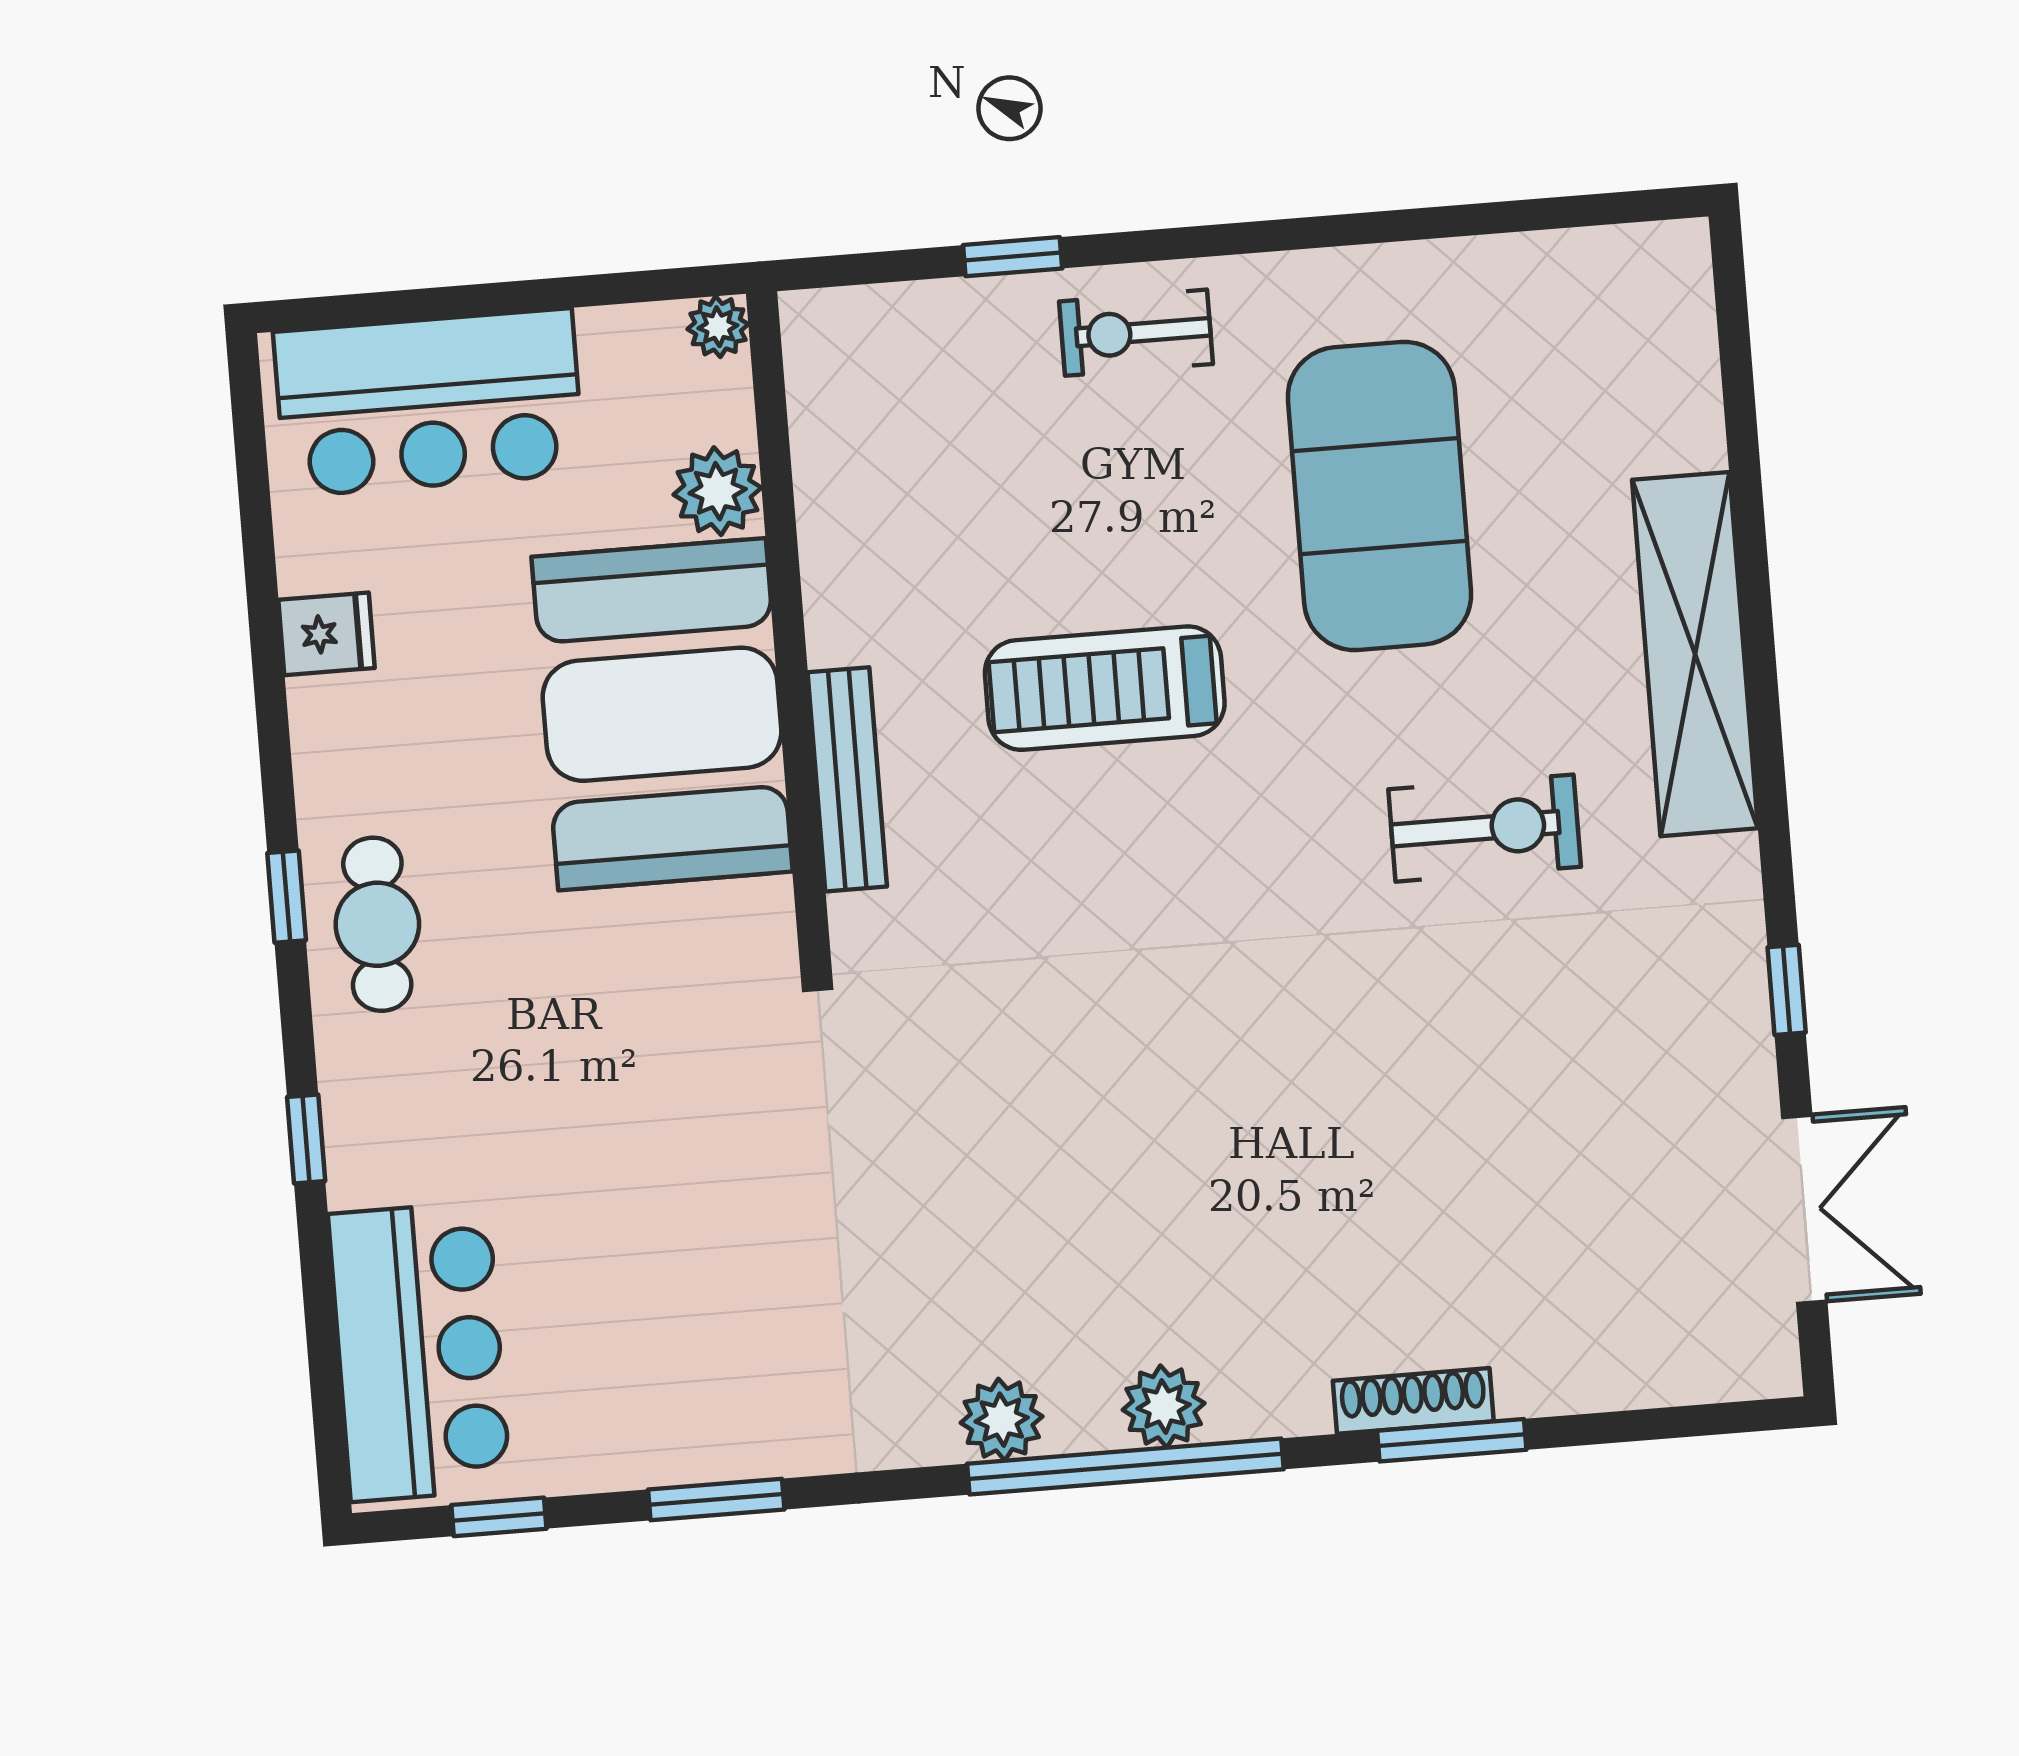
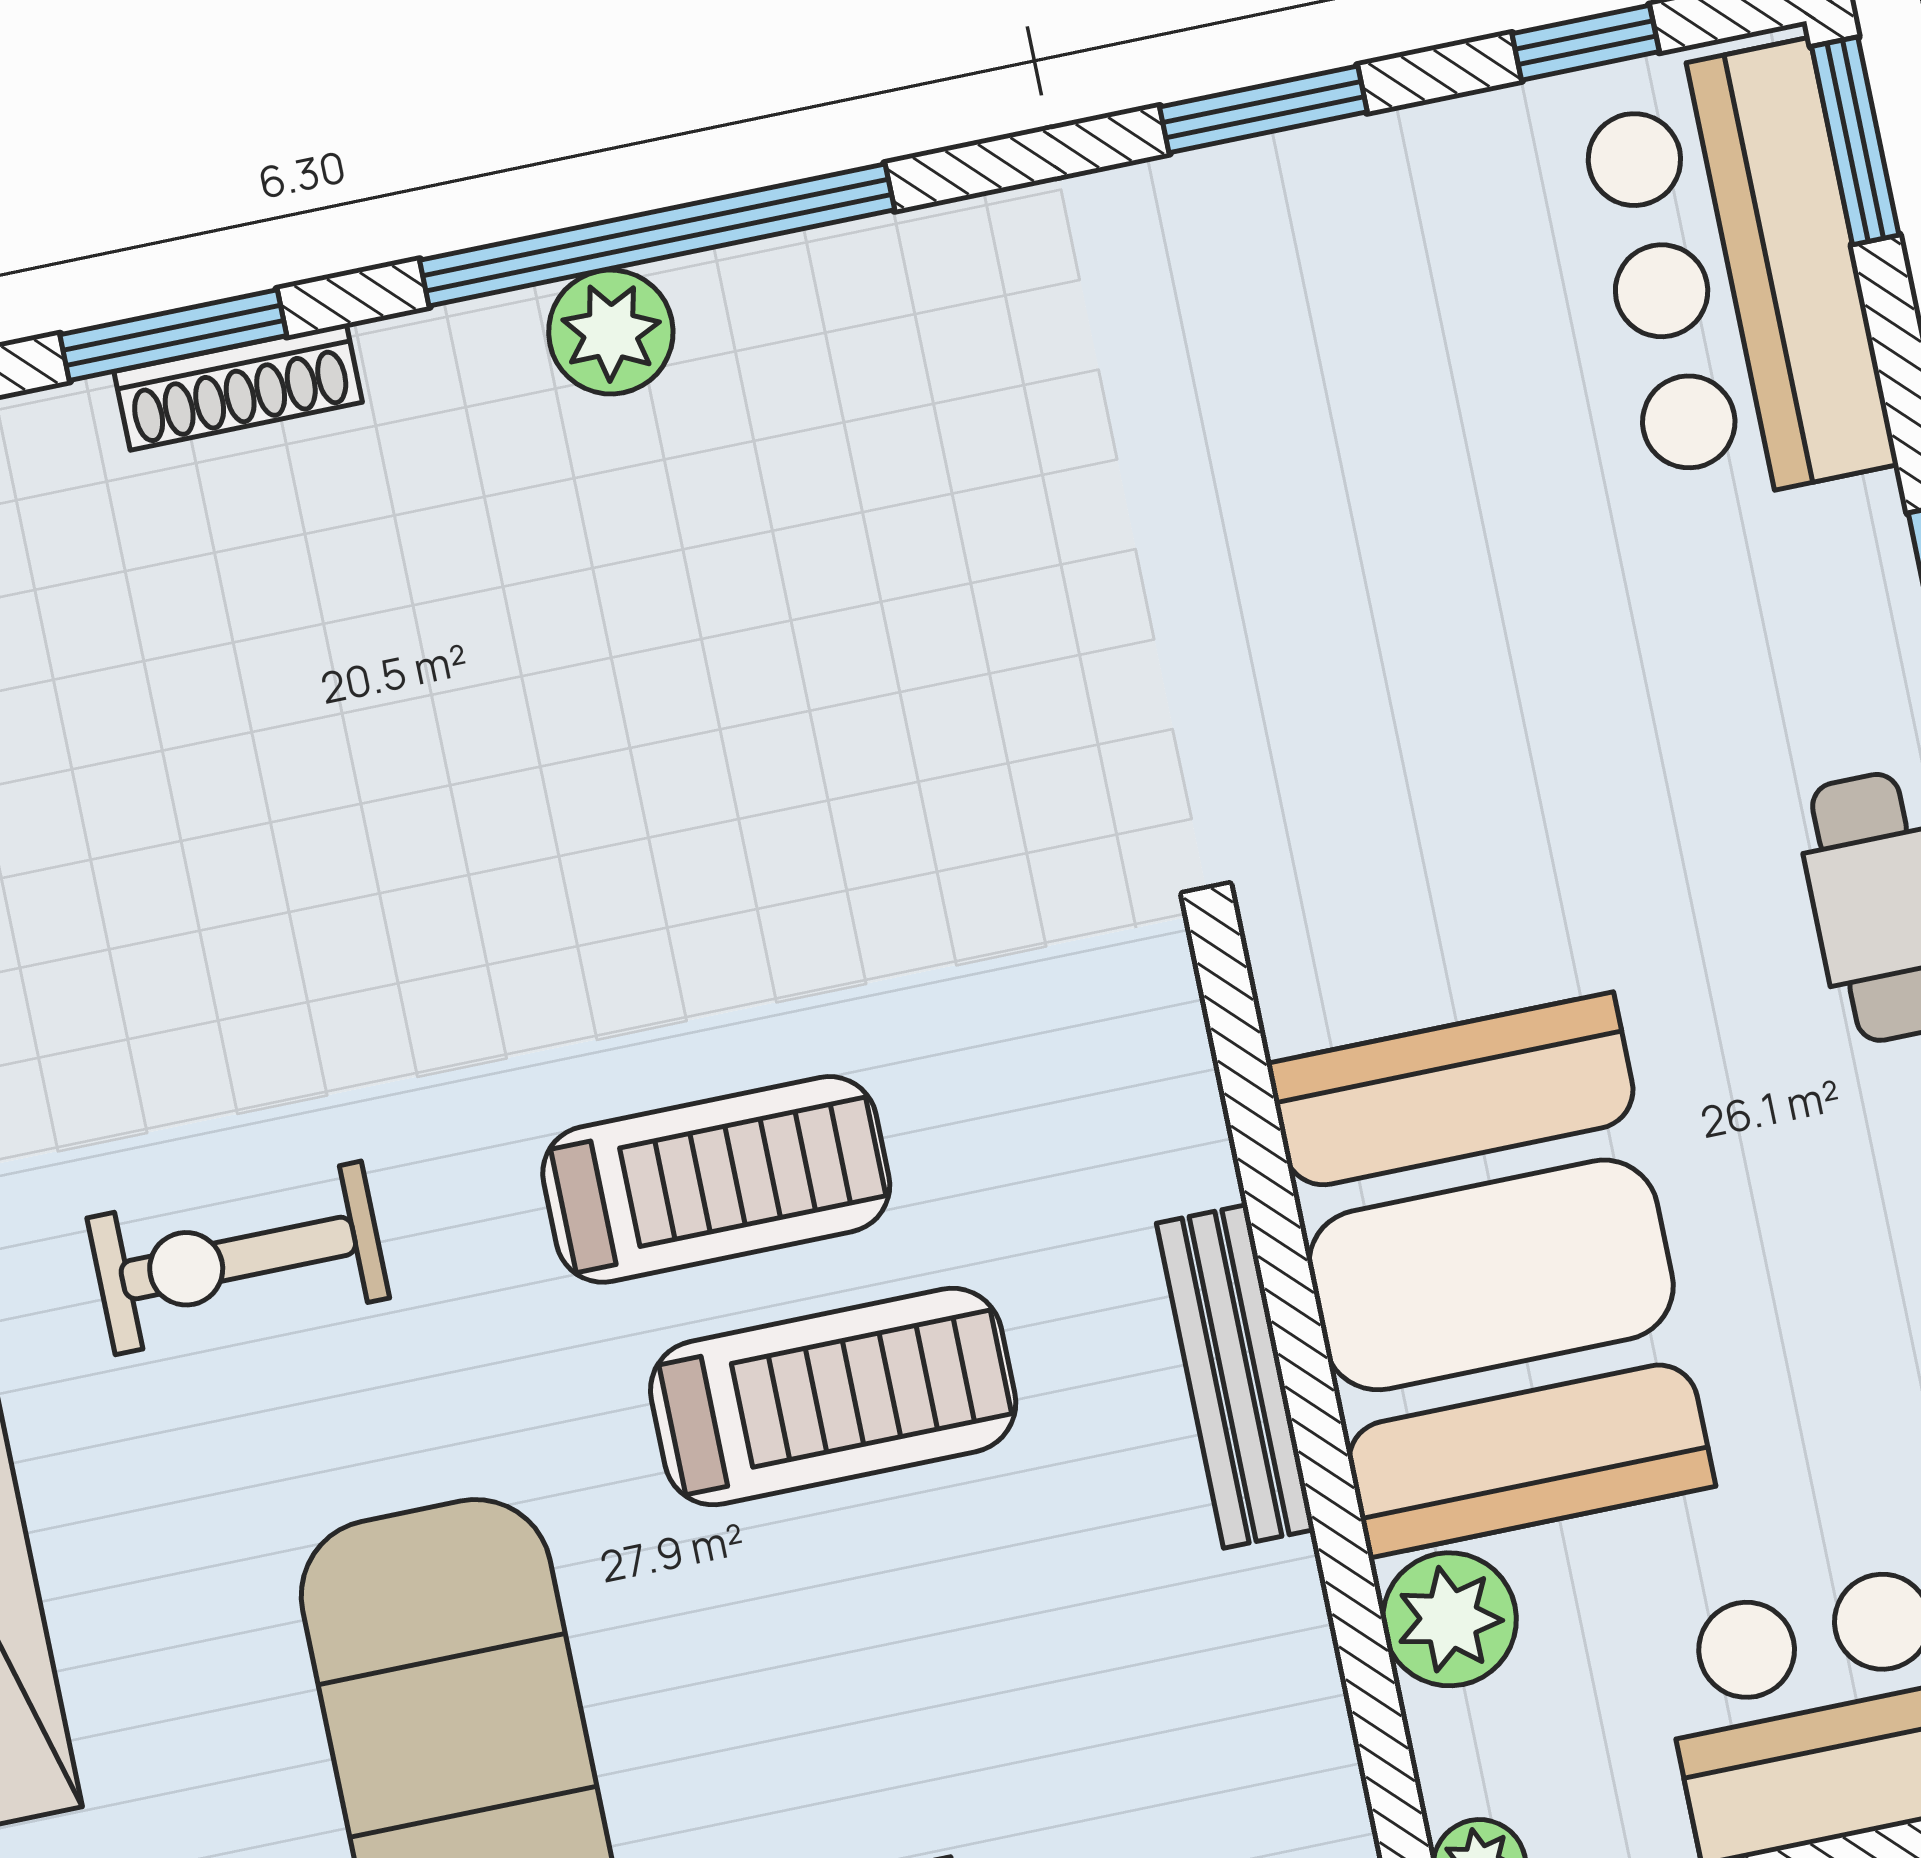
bench: (847, 779) -> (1236, 1376), moved
treadmill: (1164, 841) -> (716, 1179), added
plant: (1002, 1420) -> (851, 282), removed
window: (330, 1430) -> (1855, 141), added

